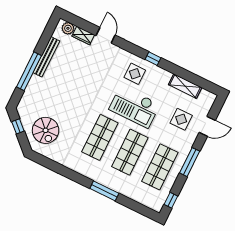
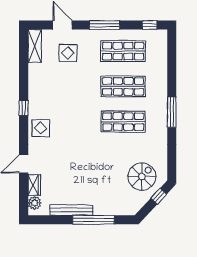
display table: (135, 74) -> (41, 128), moved
shelving: (185, 86) -> (35, 46), moved
checkout: (134, 107) -> (78, 103), removed
window: (18, 126) -> (159, 196), moved
window: (104, 191) -> (172, 112), moved

